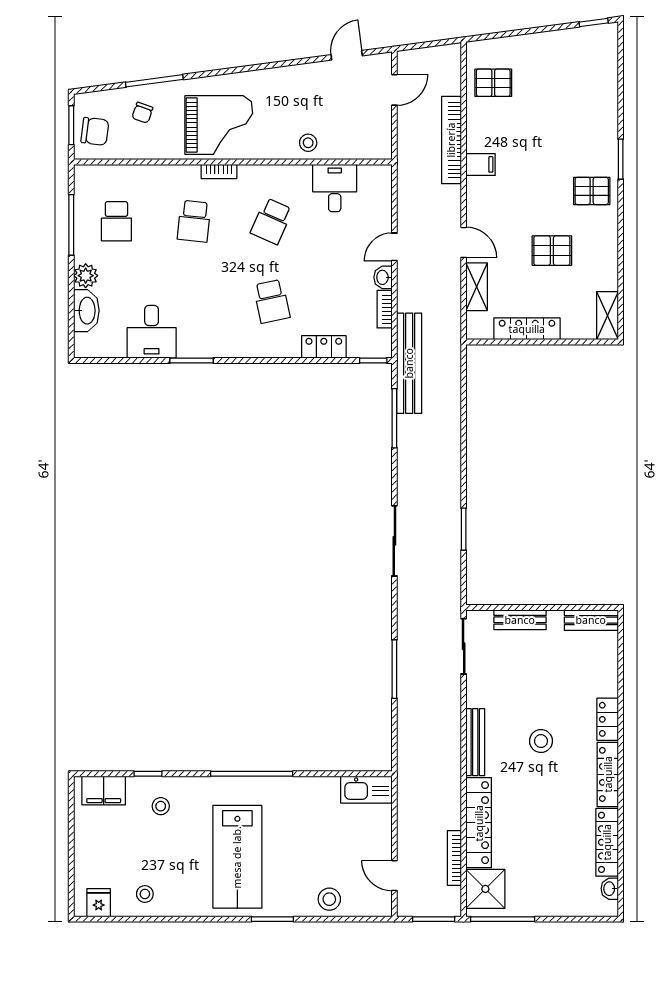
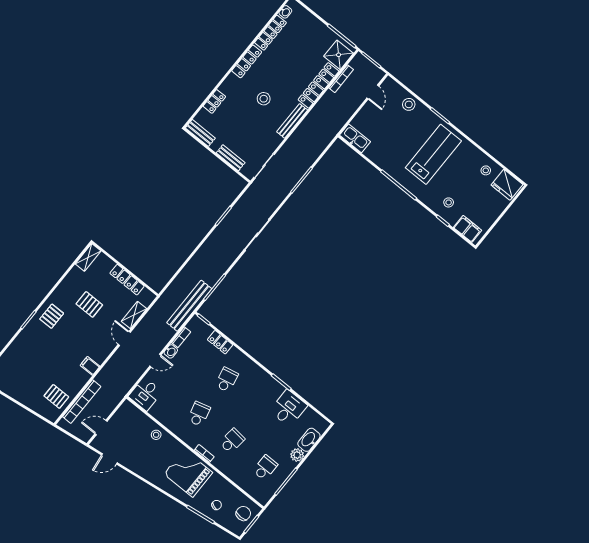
chair: (95, 131) -> (243, 513), turned 83
bookcase: (451, 140) -> (82, 402), moved
desk: (335, 188) -> (145, 394), moved
pallet: (592, 191) -> (52, 316), turned 90
school desk: (272, 221) -> (199, 414), turned -39
locker: (608, 719) -> (214, 101), moved
fridge: (99, 903) -> (507, 185), width x1.88, depth x1.34

